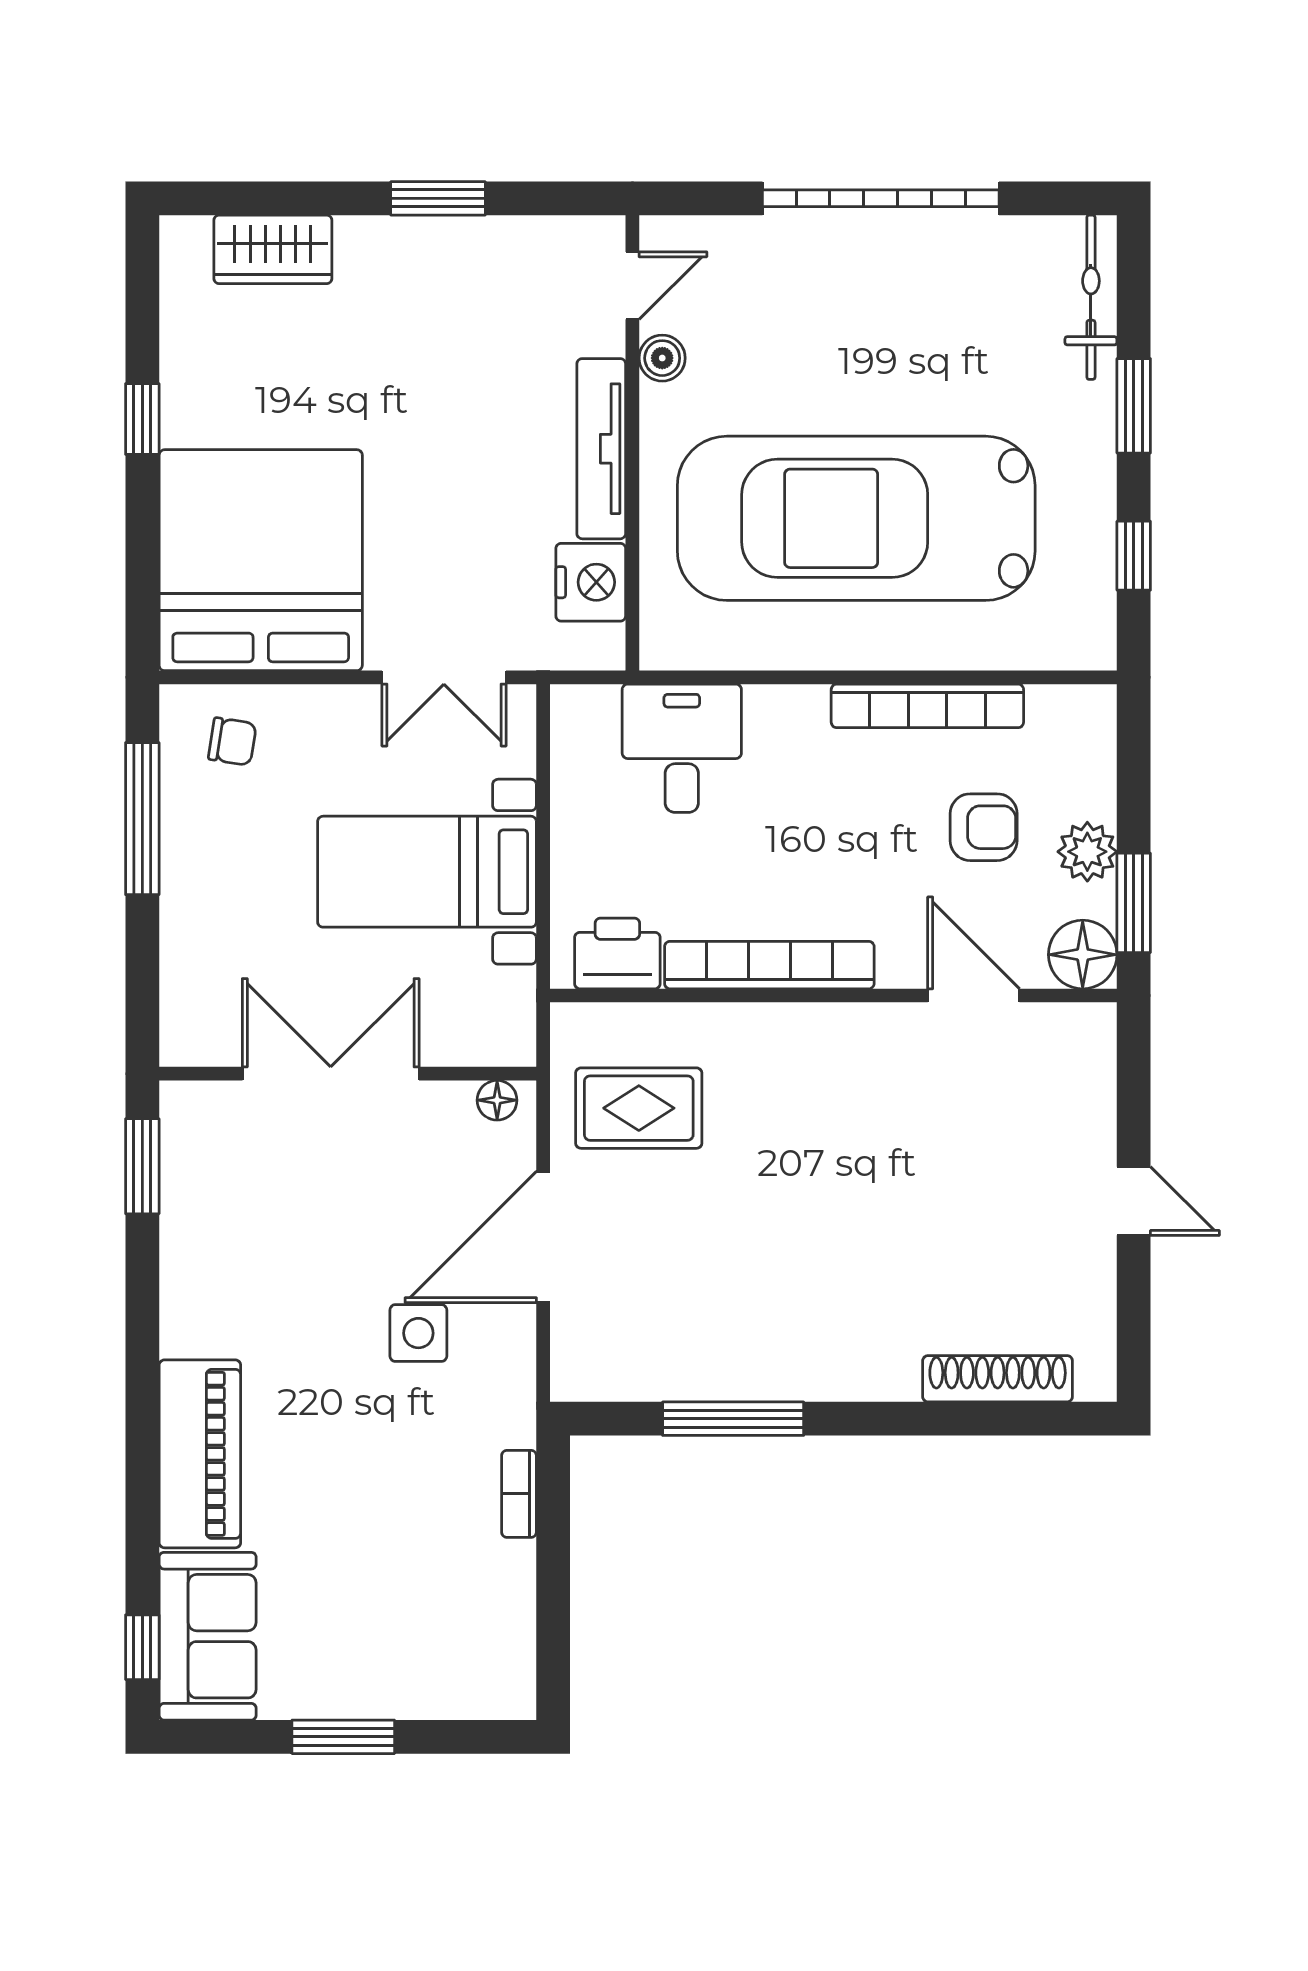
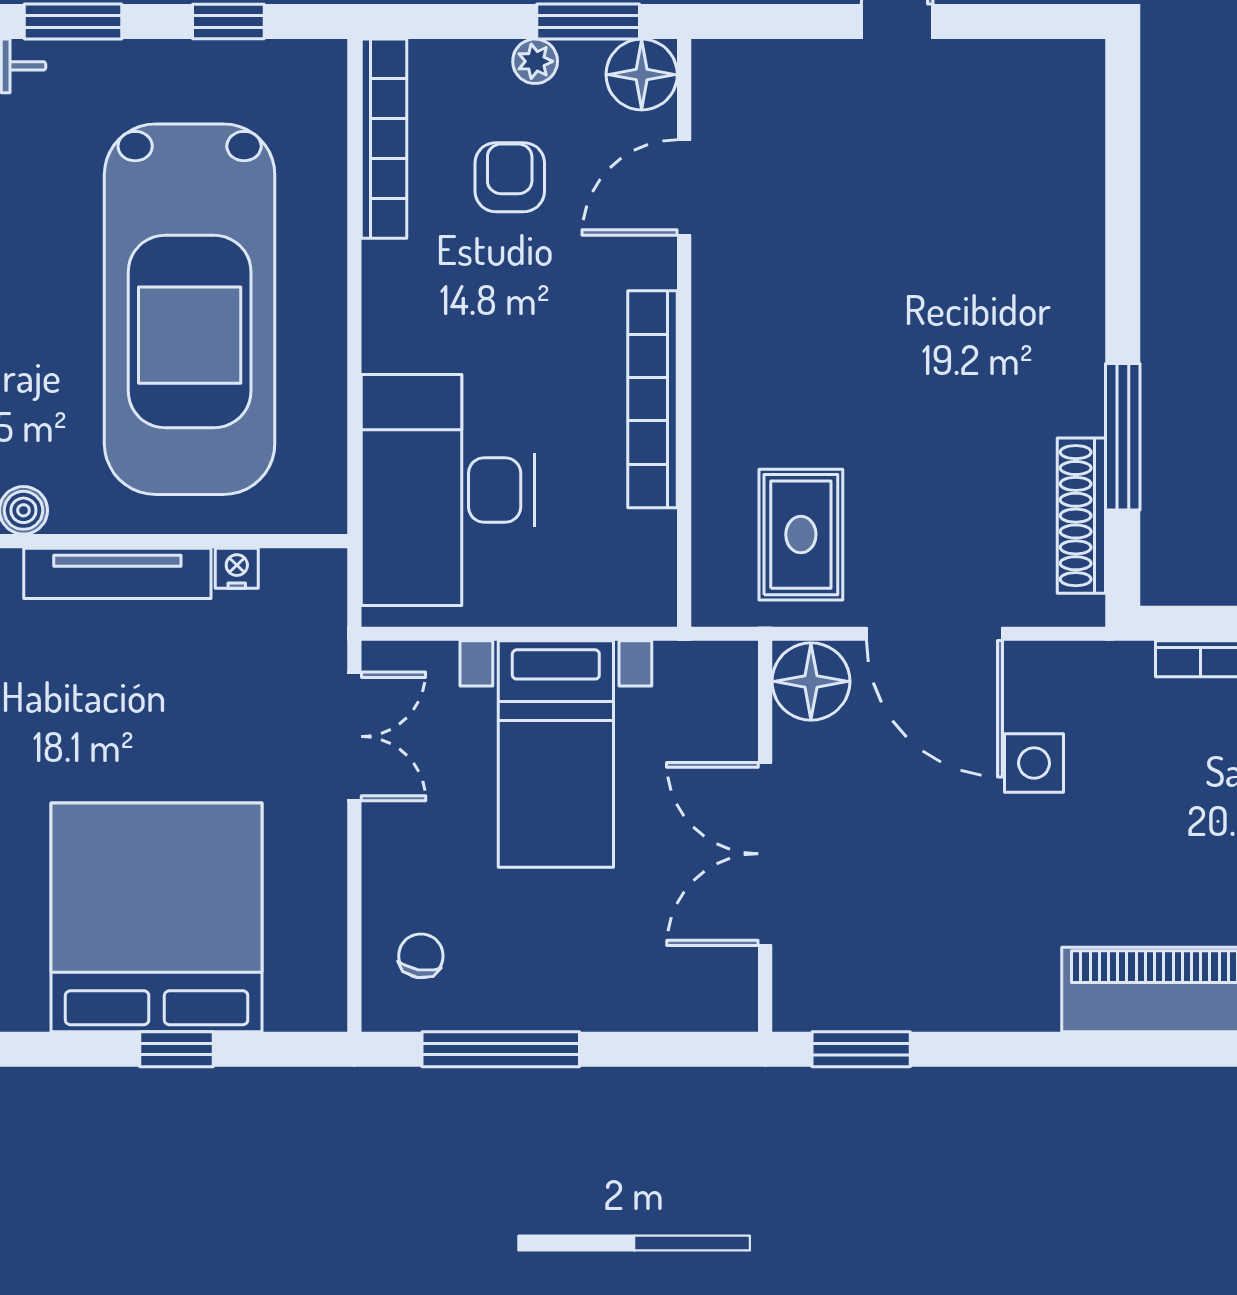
window: (142, 419) -> (177, 1049), moved
bed: (261, 560) -> (157, 917), moved, turned 90
nightstand: (591, 582) -> (237, 568), width x0.53, depth x0.56
bookcase: (927, 706) -> (384, 139), moved
desk: (682, 748) -> (448, 490), width x1.87, depth x1.30
plant: (1087, 852) -> (535, 61), width x0.73, depth x0.73
printer: (617, 953) -> (641, 557), removed
floor lamp: (497, 1100) -> (811, 681), width x1.89, depth x1.89
shoe rack: (998, 1379) -> (1081, 516), moved

